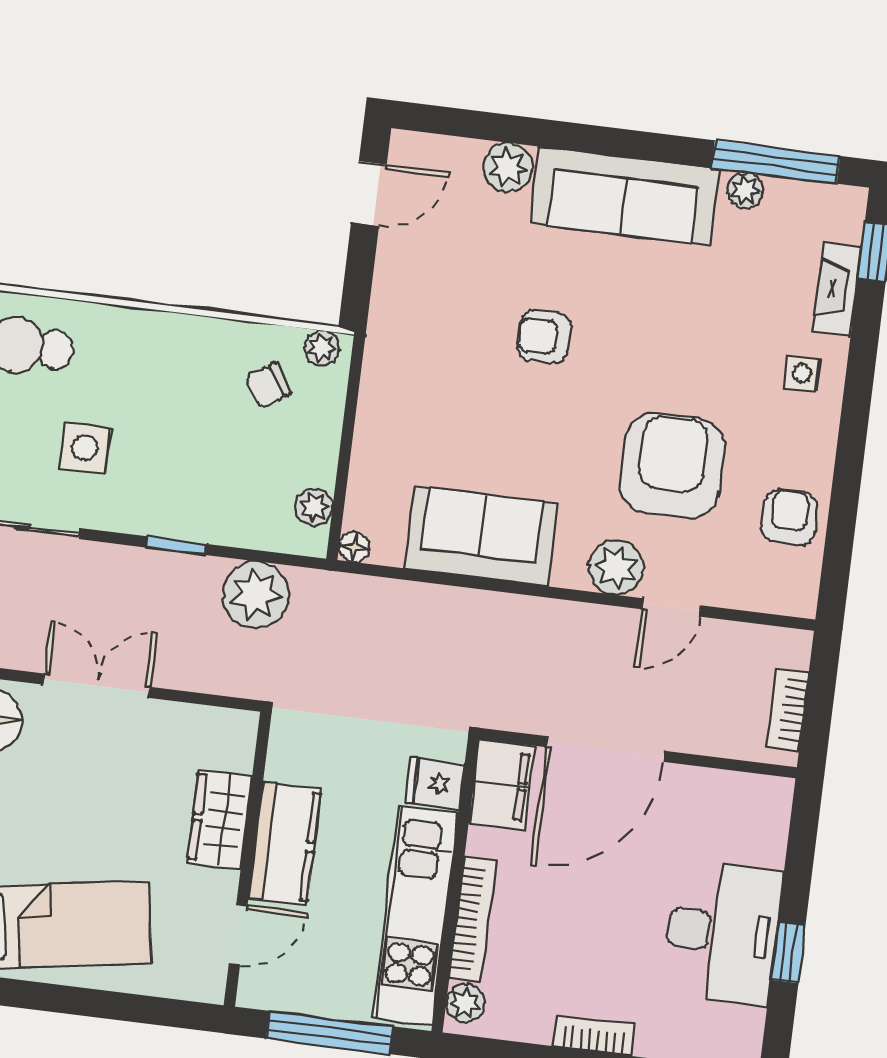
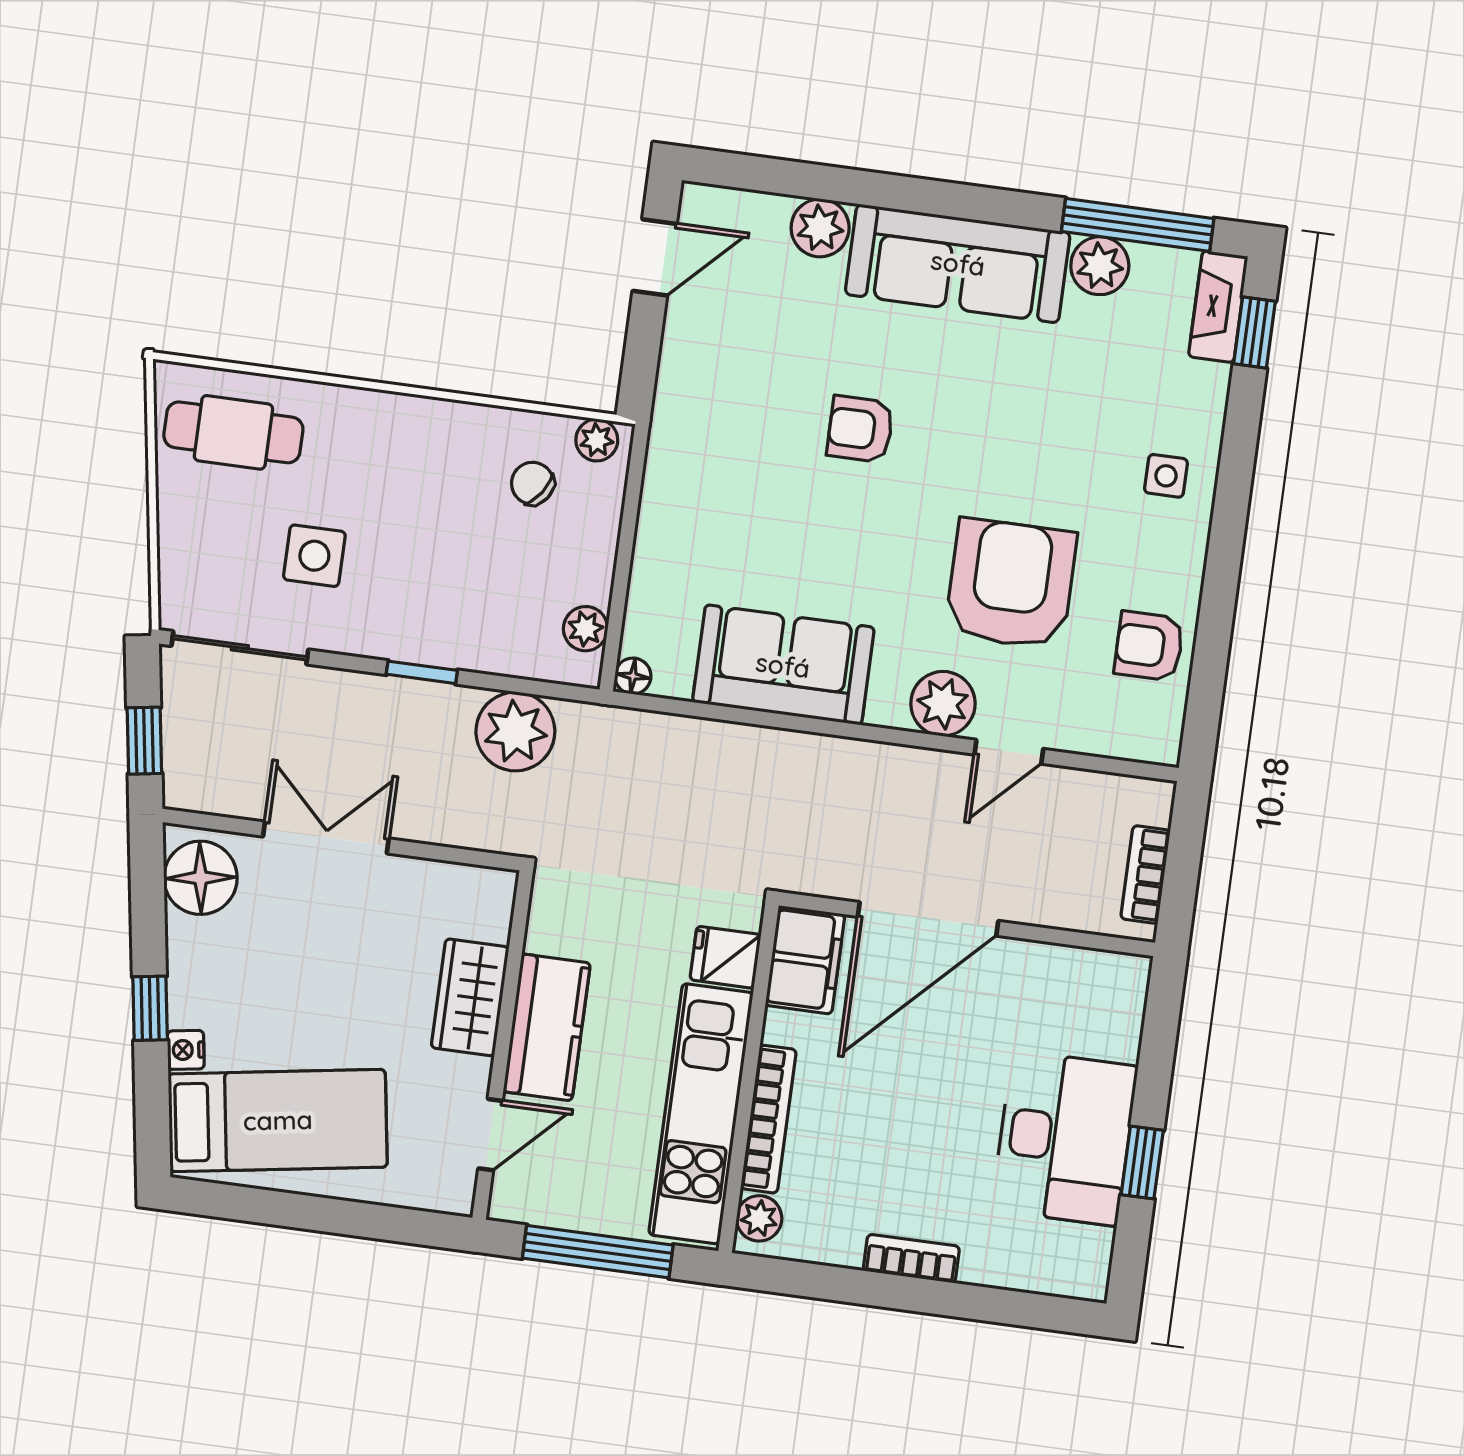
plant: (745, 190) -> (1100, 266), width x1.38, depth x1.38
fireplace: (837, 289) -> (1218, 307), moved
chair: (268, 385) -> (533, 483), turned 69
armchair: (789, 517) -> (1149, 646), turned -90

